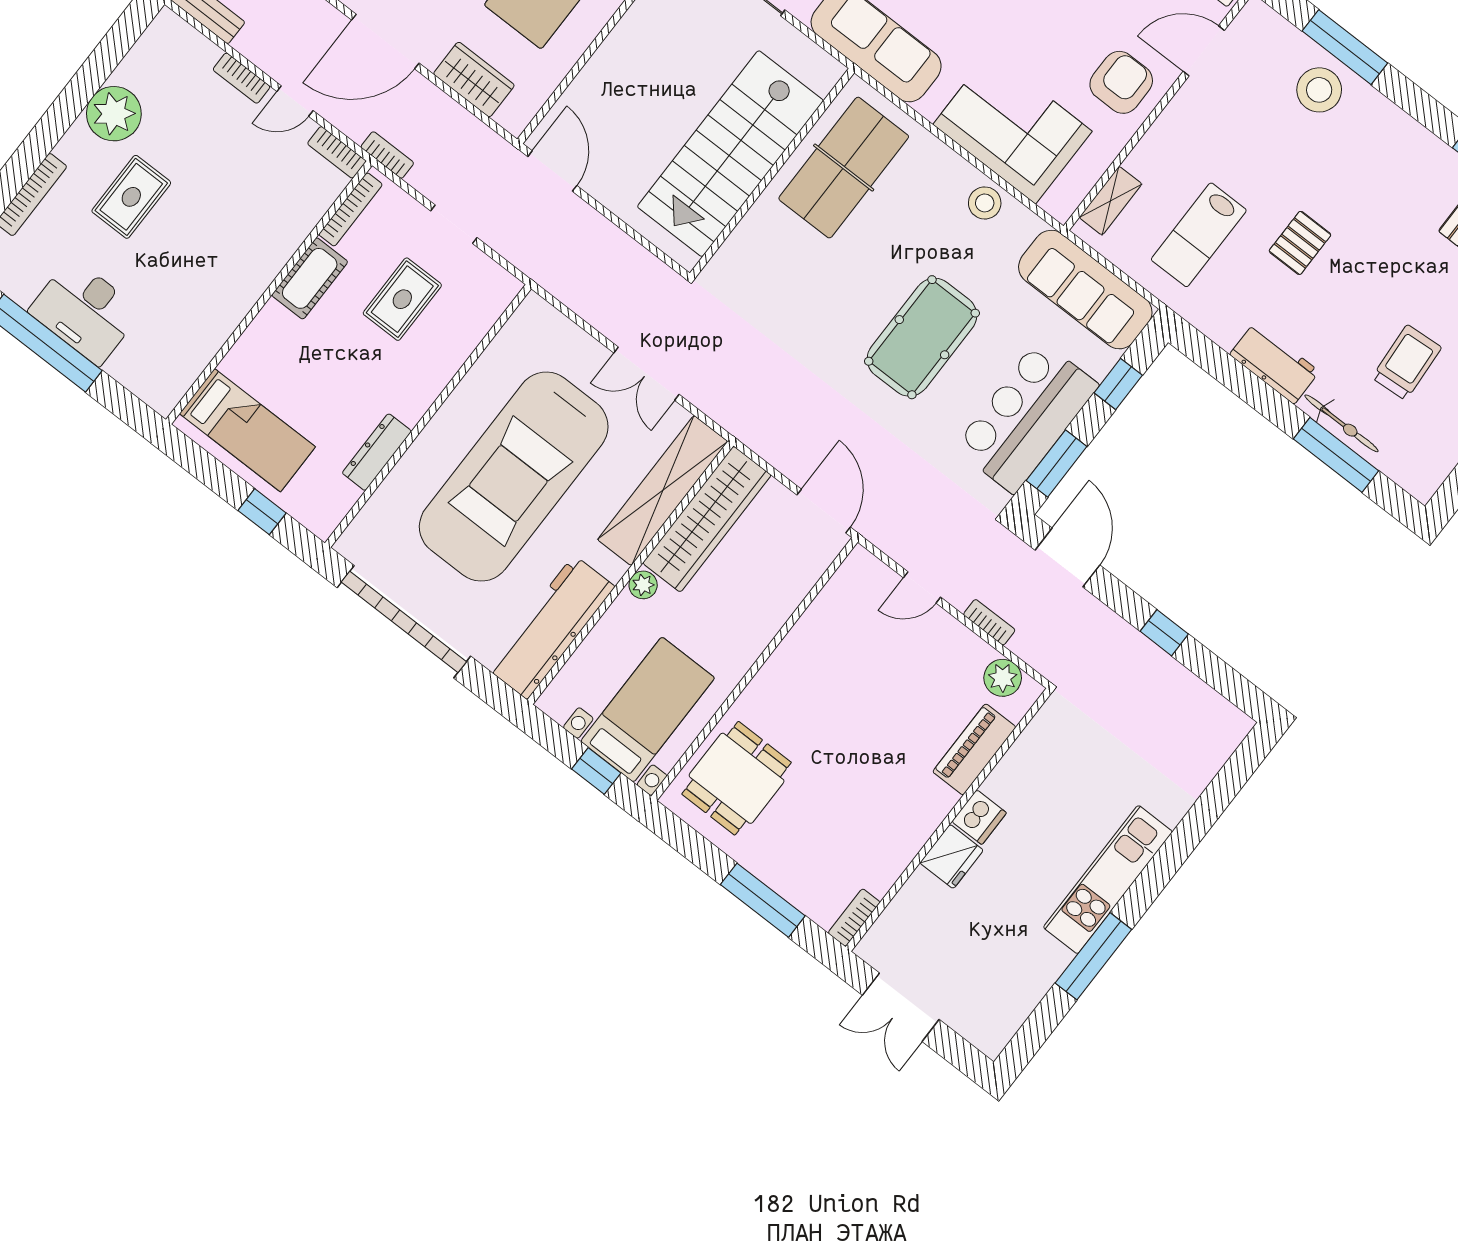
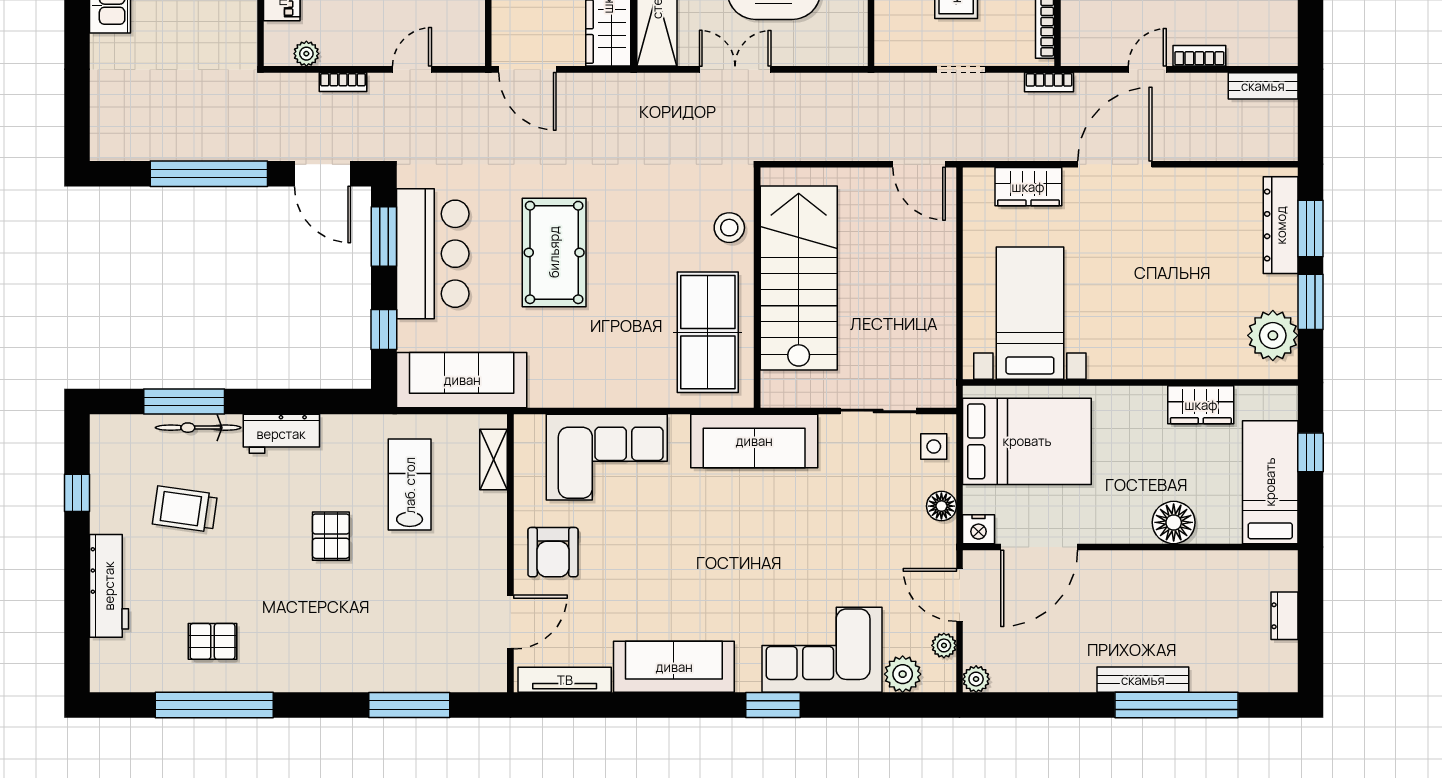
stool: (1319, 90) -> (404, 659), removed
bookcase: (337, 152) -> (1088, 55), removed
stool: (985, 203) -> (729, 228), moved
trolley: (1407, 363) -> (185, 509), turned 102
window: (1164, 633) -> (209, 174), width x3.17
plant: (1003, 678) -> (306, 54), width x0.73, depth x0.73

